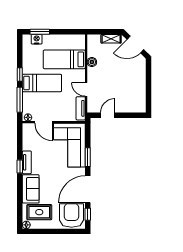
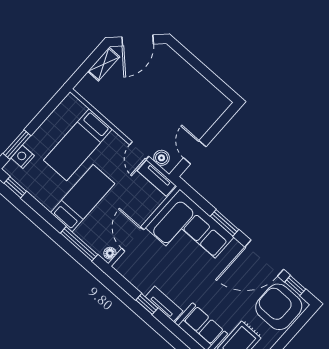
boiler: (92, 62) -> (162, 158), moved
window: (20, 75) -> (15, 187), moved
door: (86, 89) -> (139, 151), hinge flipped
door: (44, 122) -> (133, 239), swing flipped
window: (20, 166) -> (147, 304), moved
door: (88, 189) -> (264, 258), hinge flipped

